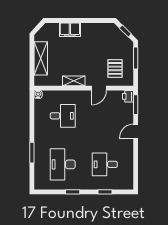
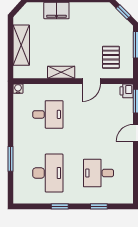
desk: (63, 164) -> (48, 173), turned 180

